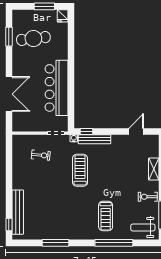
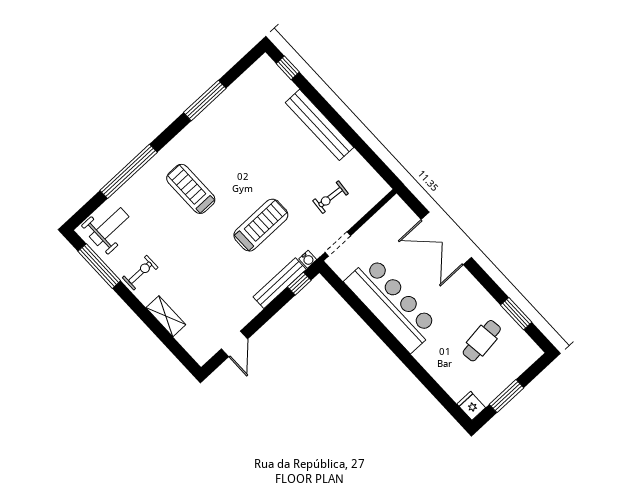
cafe table: (33, 39) -> (482, 341), width x0.73, depth x0.74
treadmill: (80, 170) -> (261, 225), turned -90
bench: (18, 212) -> (320, 125), moved
treadmill: (106, 216) -> (191, 189), moved

